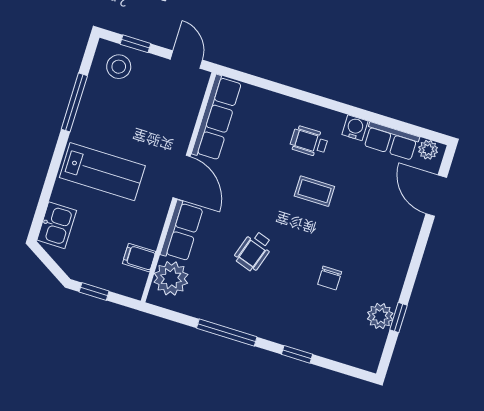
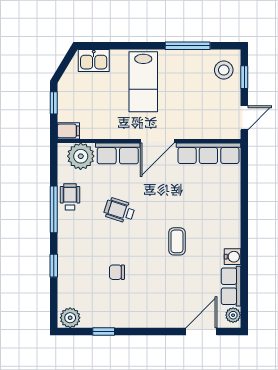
wheelchair: (309, 142) -> (70, 197), moved
filing cabinet: (139, 258) -> (68, 131), moved, turned 90
plant: (380, 316) -> (70, 318), moved

